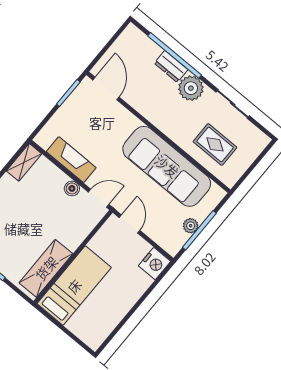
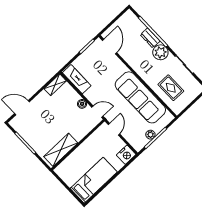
fireplace: (71, 160) -> (77, 79), moved
bed: (74, 286) -> (94, 180), moved

